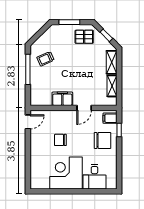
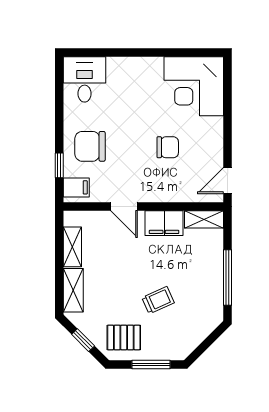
trolley: (46, 59) -> (158, 300), moved
shelving: (41, 101) -> (204, 219), added
door: (84, 108) -> (124, 206), swing flipped
corner desk: (66, 173) -> (194, 86), moved, turned 90
desk: (94, 177) -> (85, 79), moved

